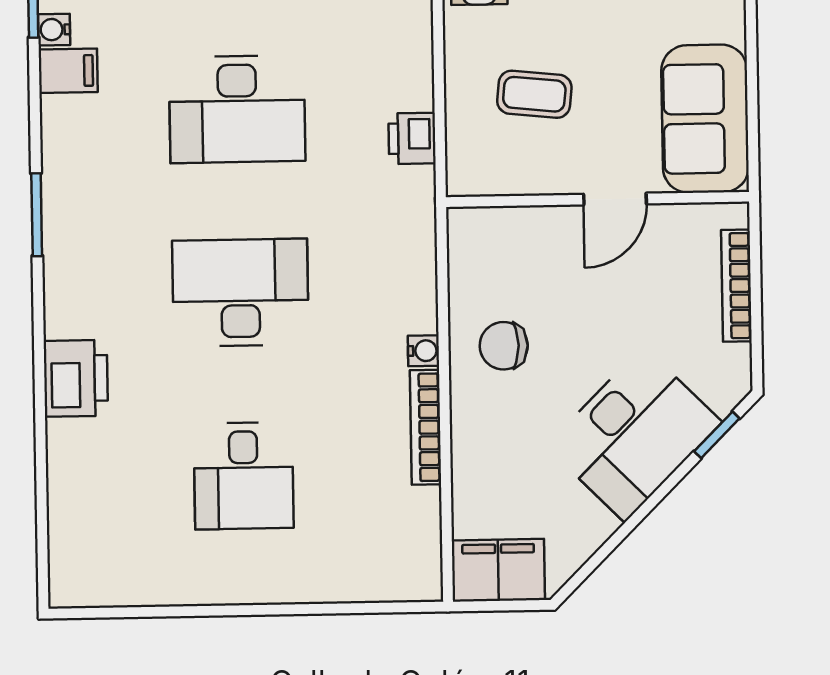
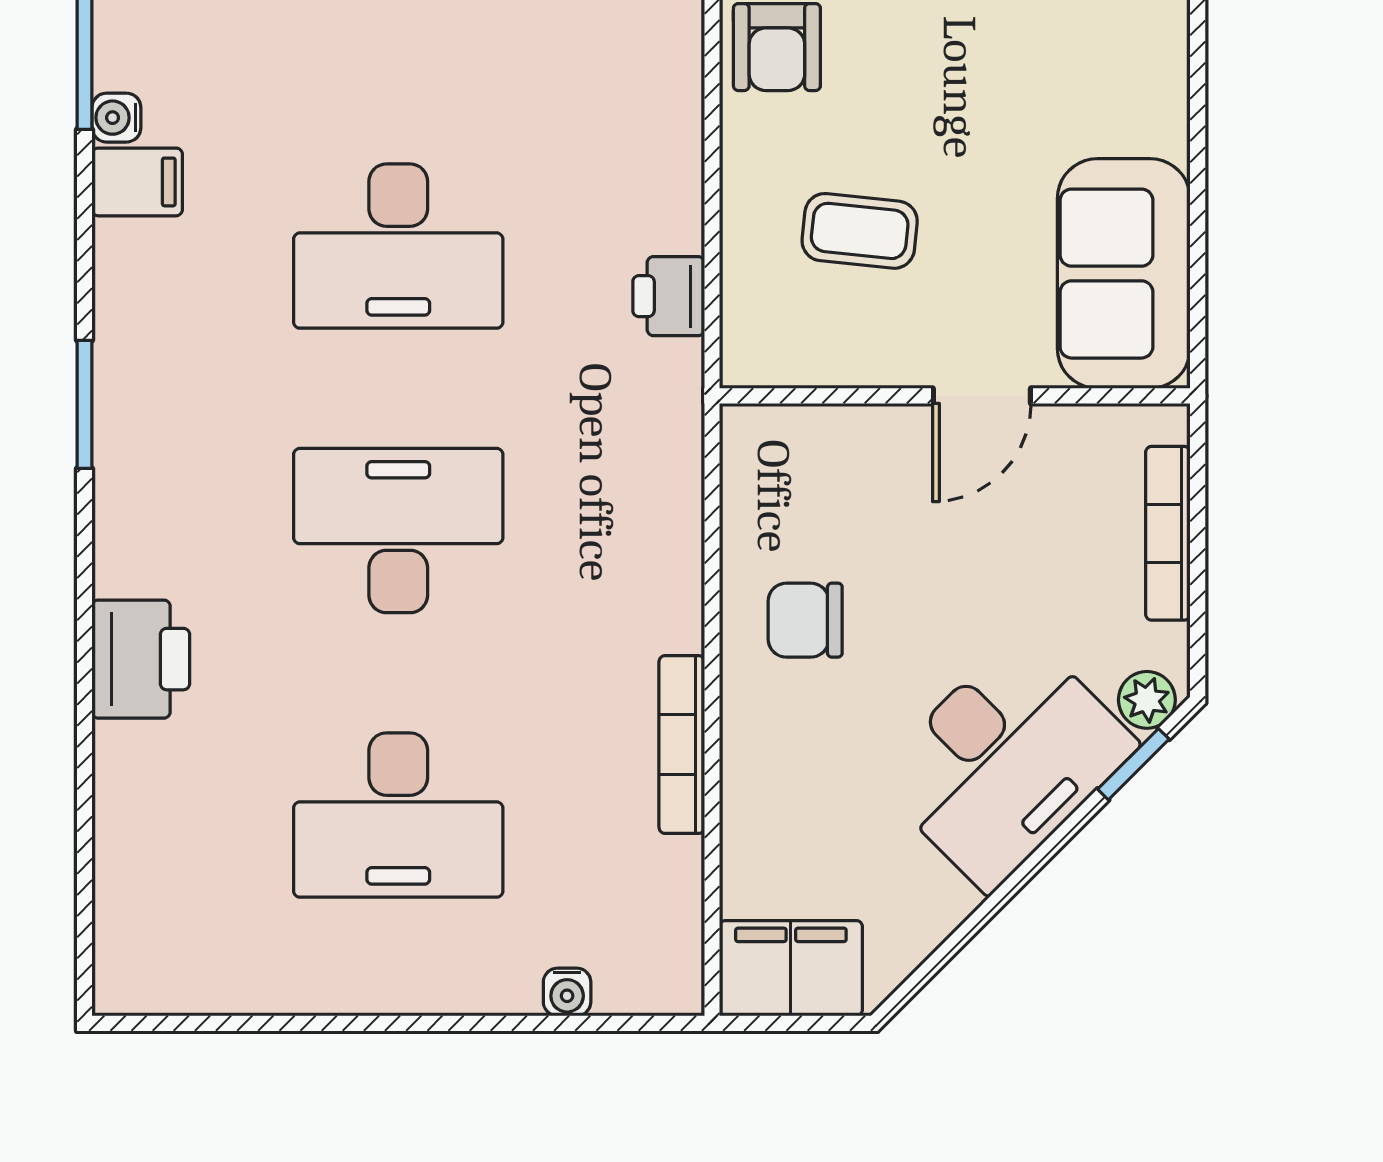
water cooler: (423, 351) -> (567, 992), moved, turned 90
plant: (725, 393) -> (1147, 700), added
desk: (244, 476) -> (398, 815), width x1.37

